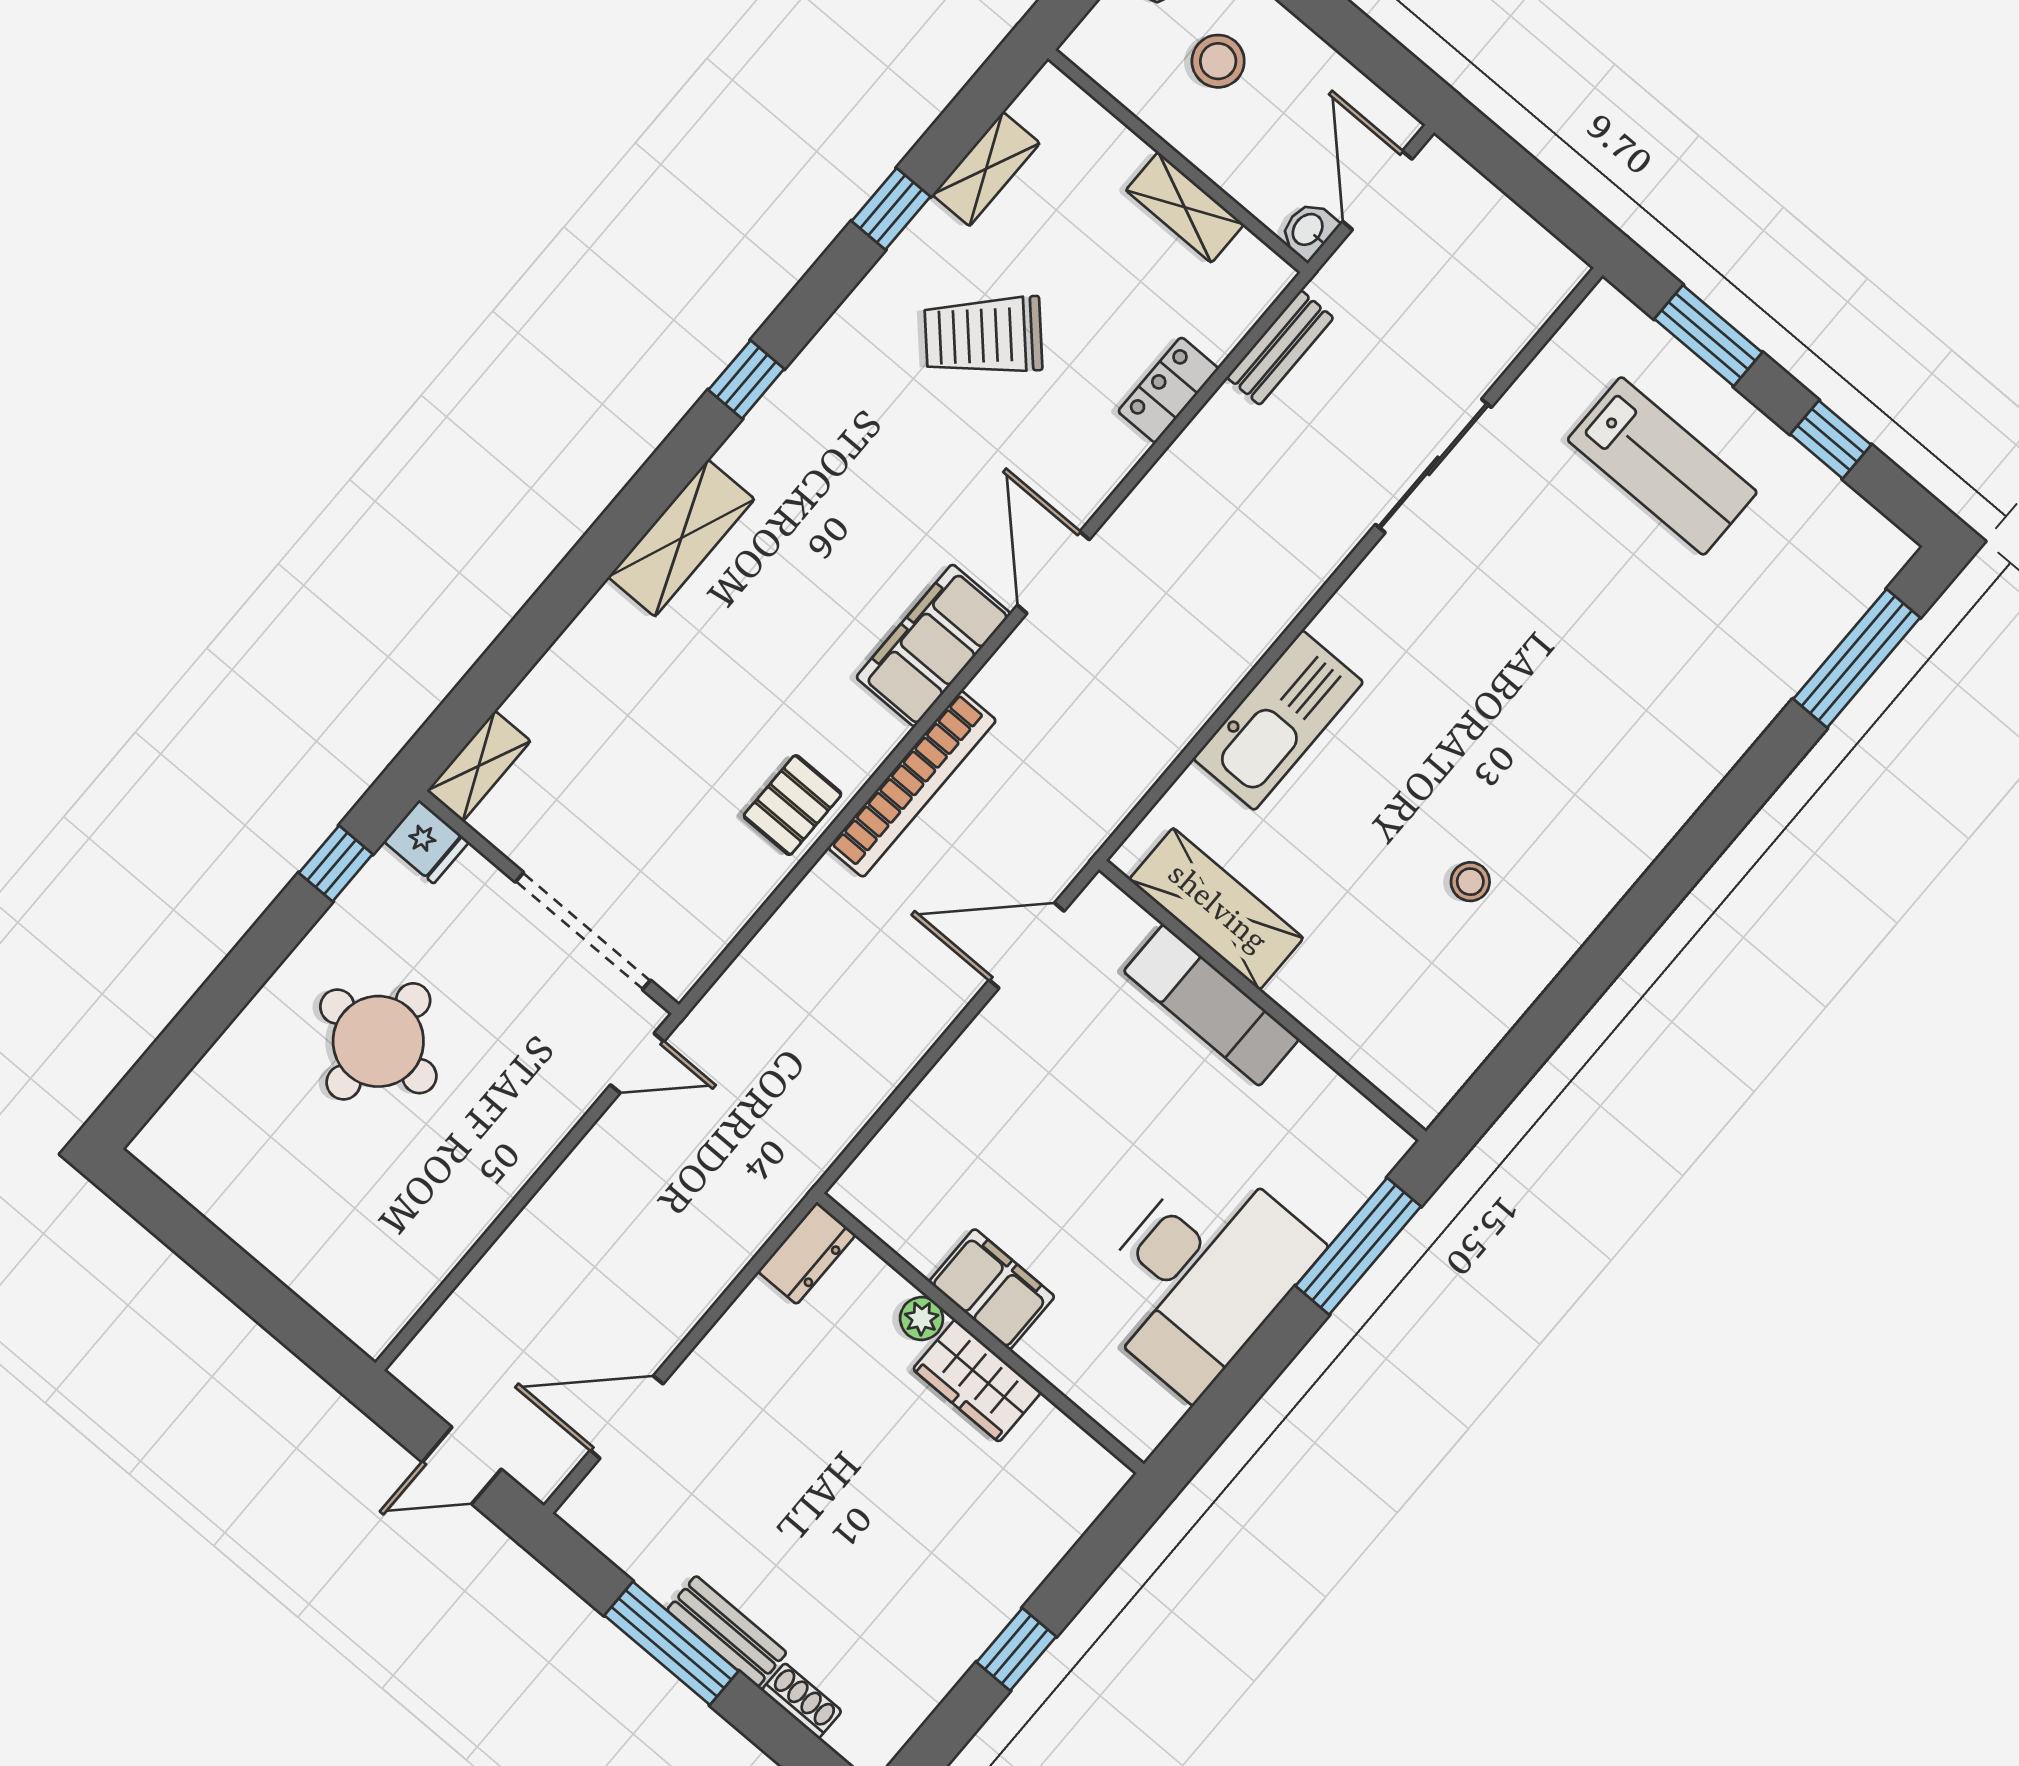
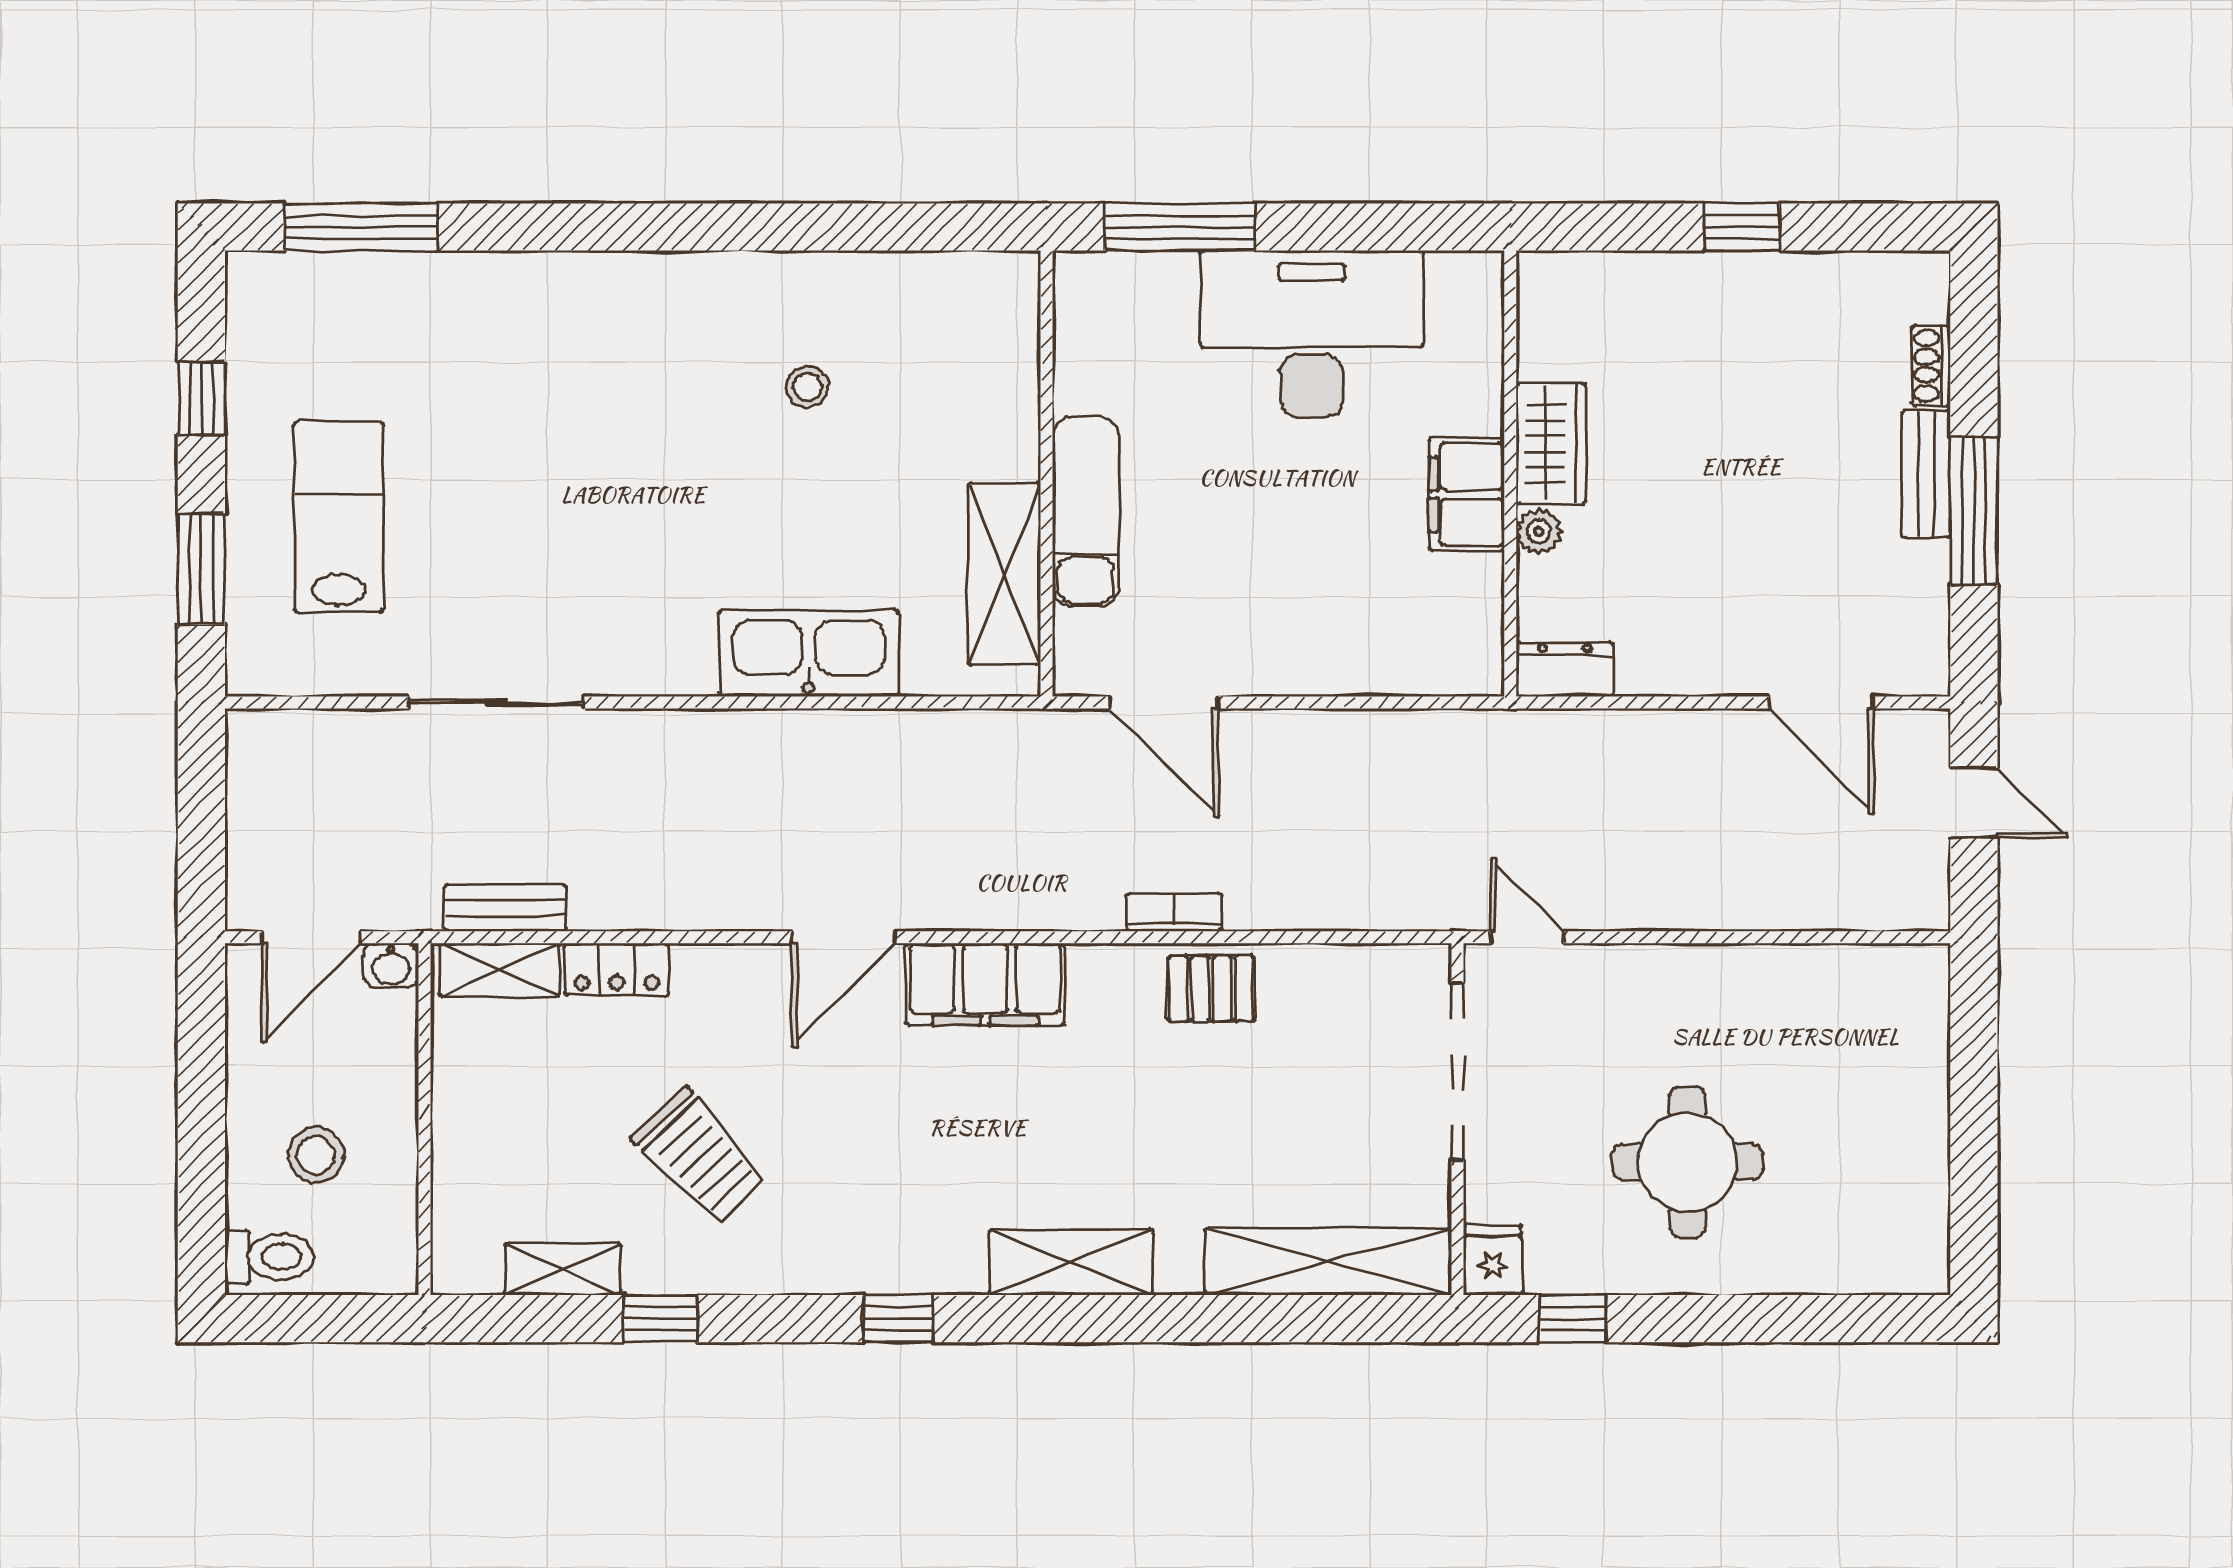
shelving: (1185, 207) -> (500, 970), moved, turned 90
shelving: (479, 766) -> (1328, 1261), width x2.20, depth x1.33
bookcase: (912, 784) -> (1174, 912), width x0.43, depth x0.76

